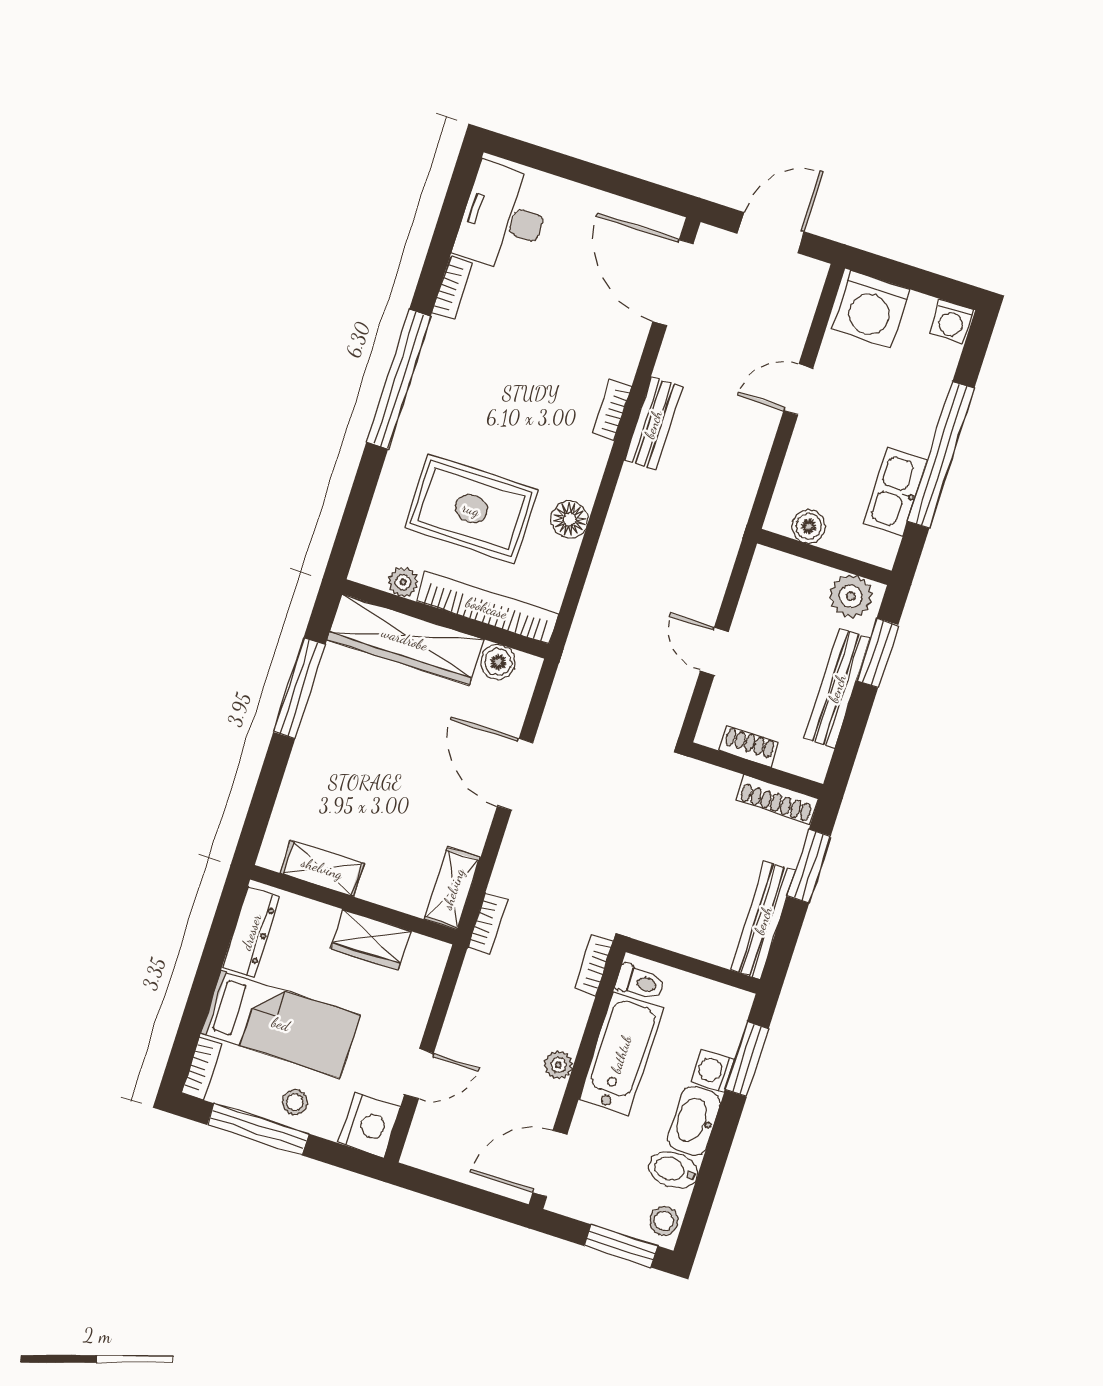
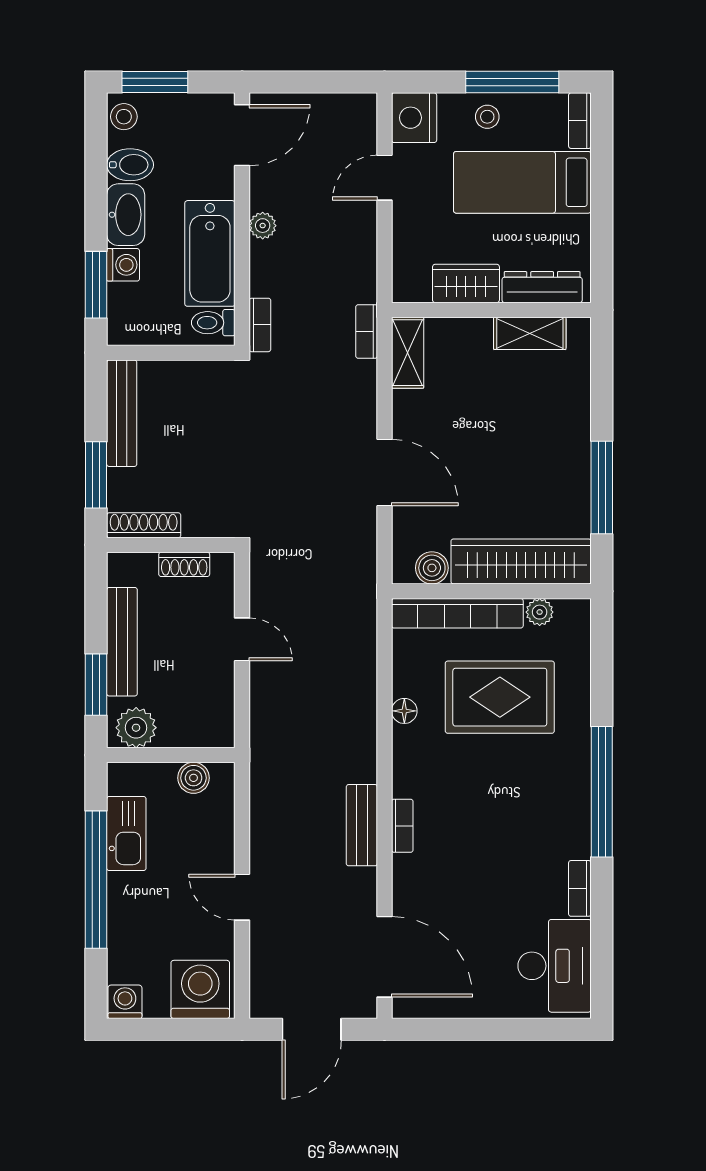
door: (798, 389) -> (242, 897), swing flipped
floor lamp: (570, 519) -> (404, 711), width x0.73, depth x0.73
dresser: (251, 932) -> (542, 287), moved, turned 90

